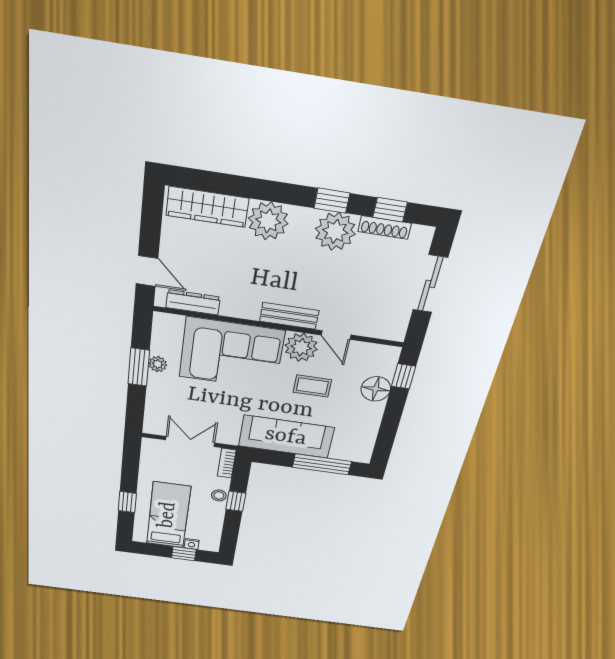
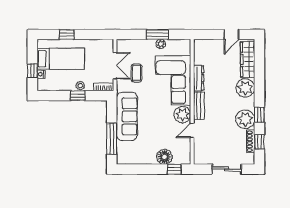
door: (147, 271) -> (231, 34), moved
dresser: (193, 302) -> (199, 78), moved
coffee table: (312, 386) -> (136, 73), moved

